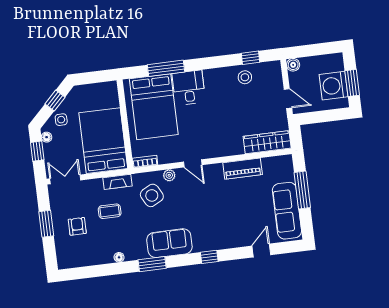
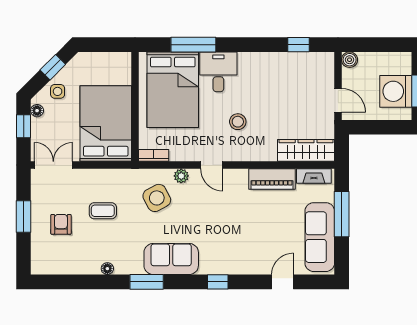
stool: (245, 77) -> (238, 122), moved
fireplace: (117, 182) -> (314, 176), moved

